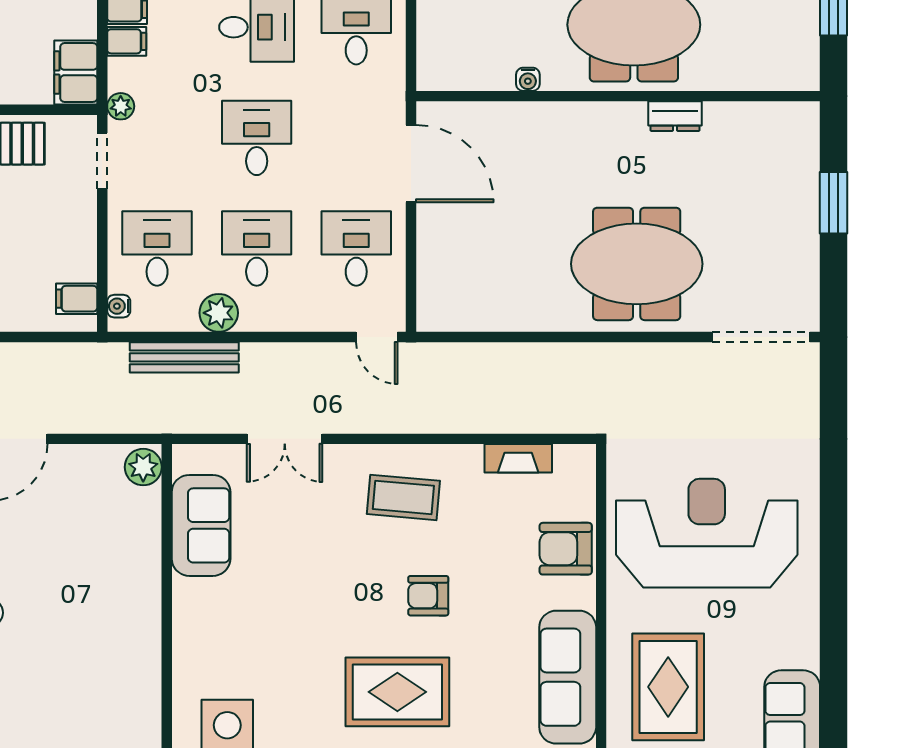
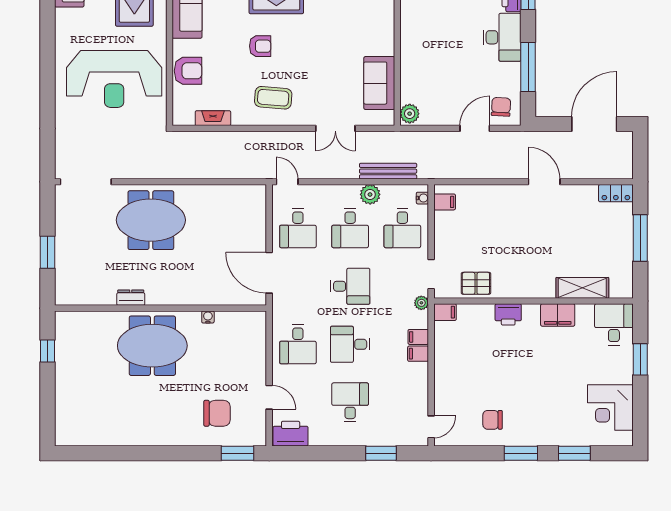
filing cabinet: (76, 73) -> (445, 312), width x0.50
desk: (257, 138) -> (350, 286), turned -90
double door: (285, 439) -> (335, 128), swing flipped

